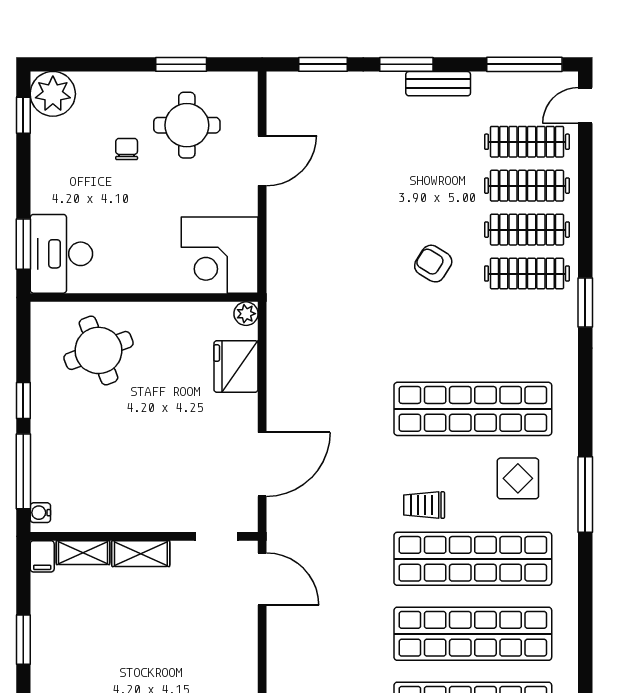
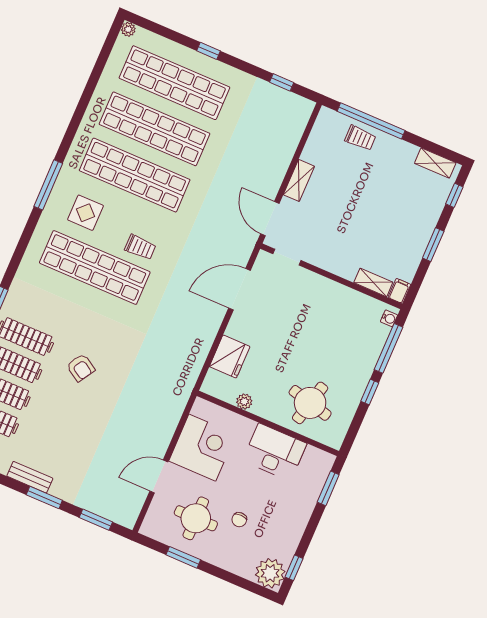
desk: (61, 254) -> (275, 452), moved, turned -90
corner desk: (220, 255) -> (202, 448), moved
plant: (246, 314) -> (244, 401), moved
round table: (99, 350) -> (310, 403), turned 35
trolley: (424, 505) -> (140, 247), moved
shelving: (141, 554) -> (299, 180), moved, turned 90

